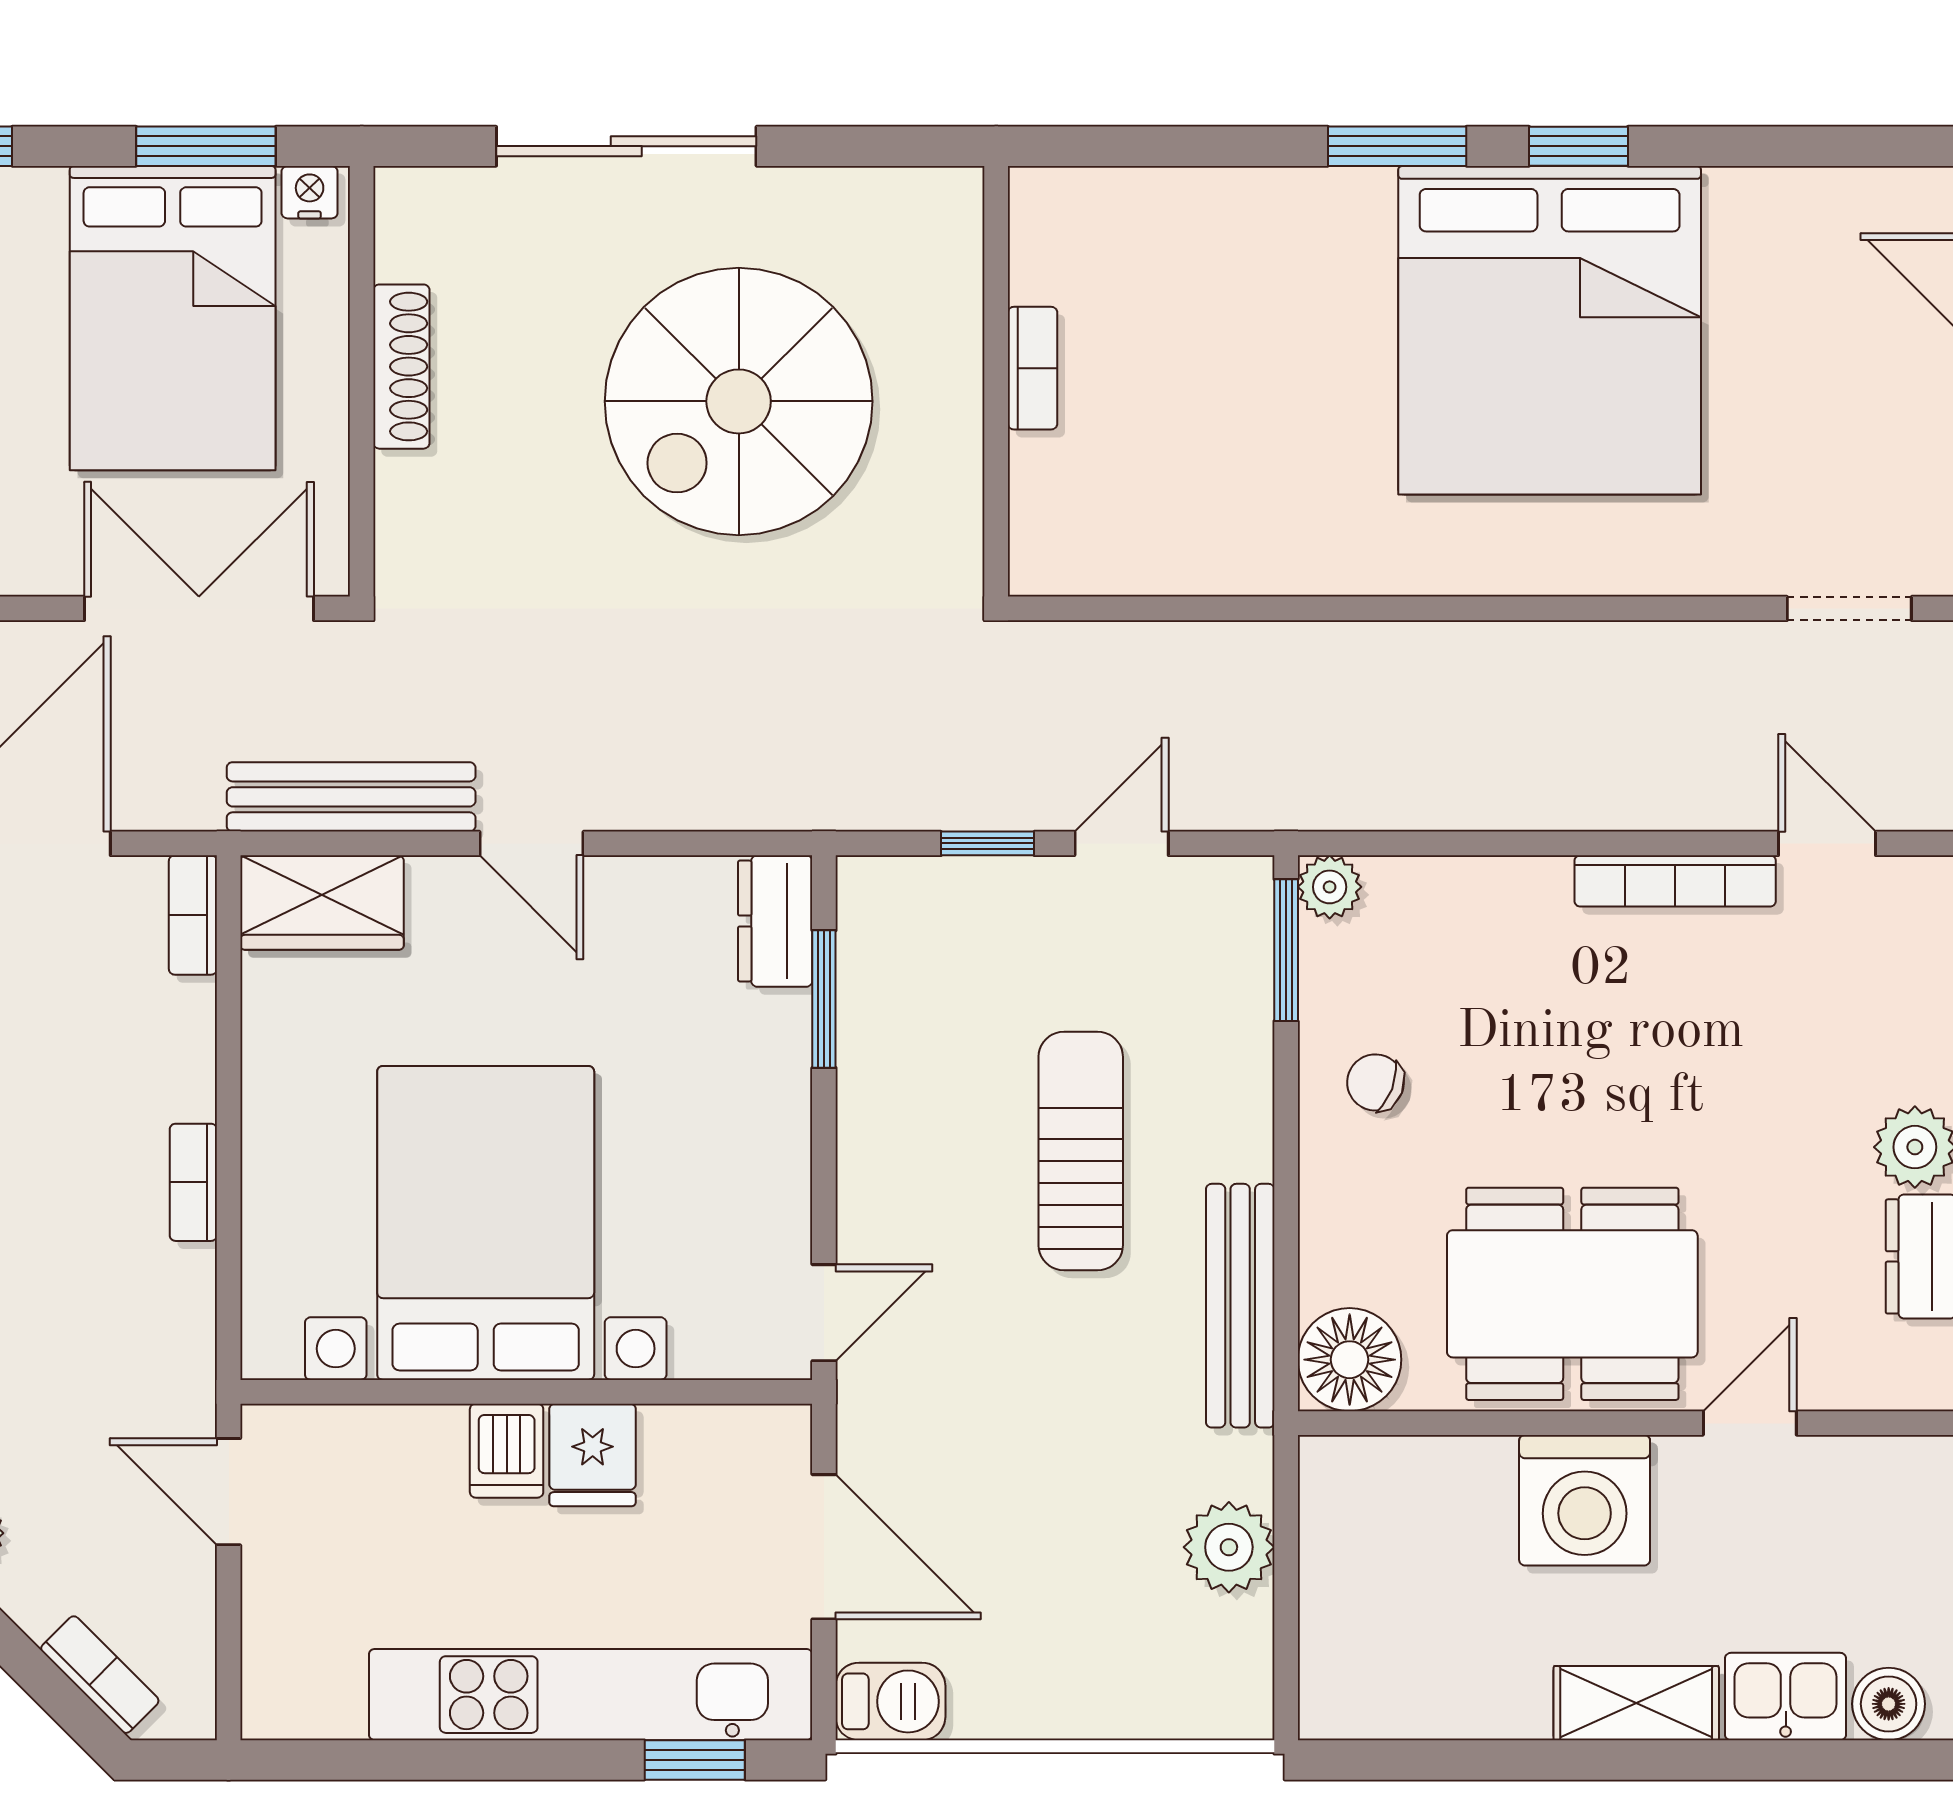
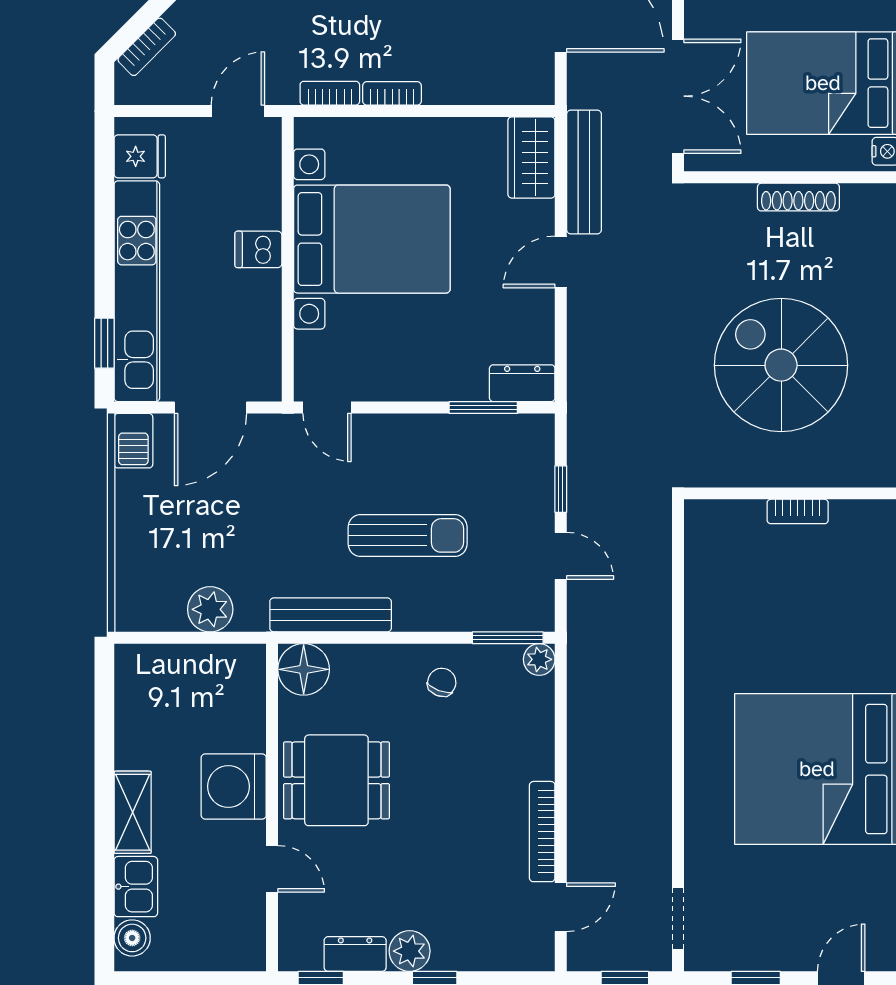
bookcase: (193, 915) -> (330, 93), moved
dining table: (1572, 1294) -> (336, 780), width x0.73
fridge: (593, 1455) -> (140, 156), moved, turned 180

